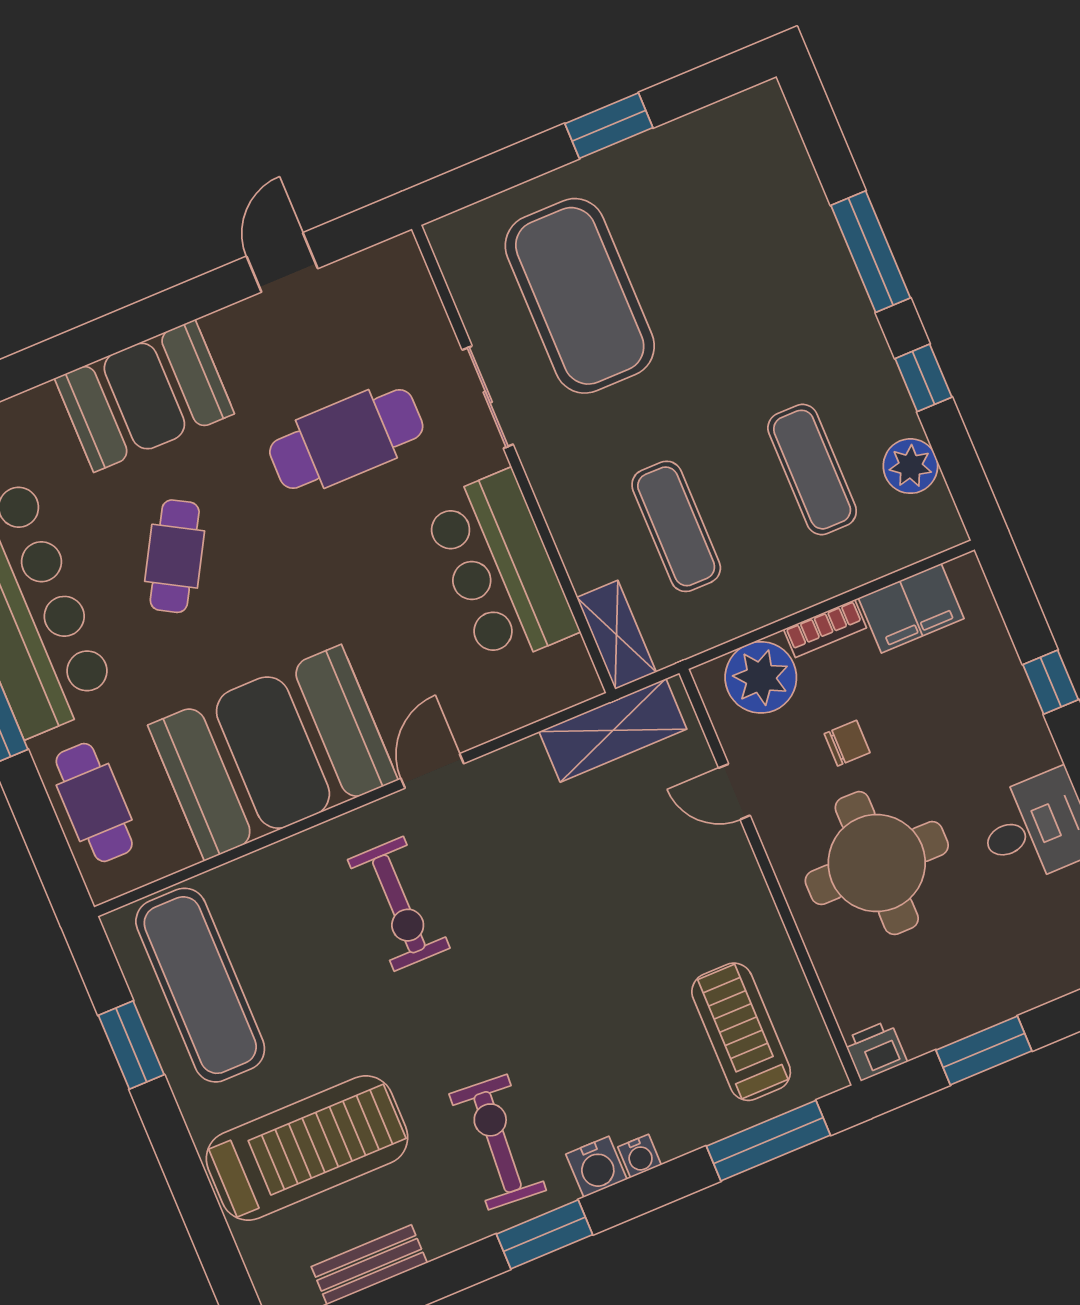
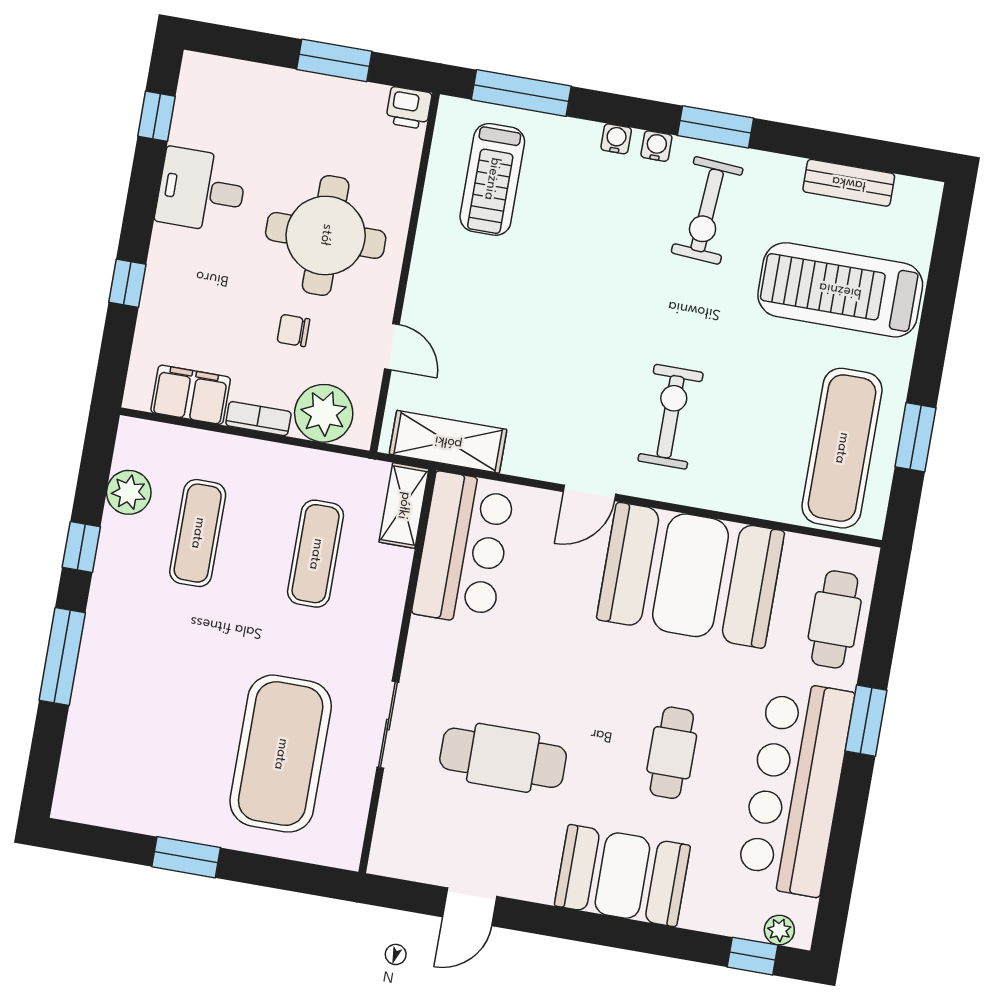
cafe table: (175, 556) -> (672, 753), turned -30
bar counter: (500, 569) -> (464, 549), moved
water cooler: (596, 1167) -> (656, 146), width x0.72, depth x0.72

